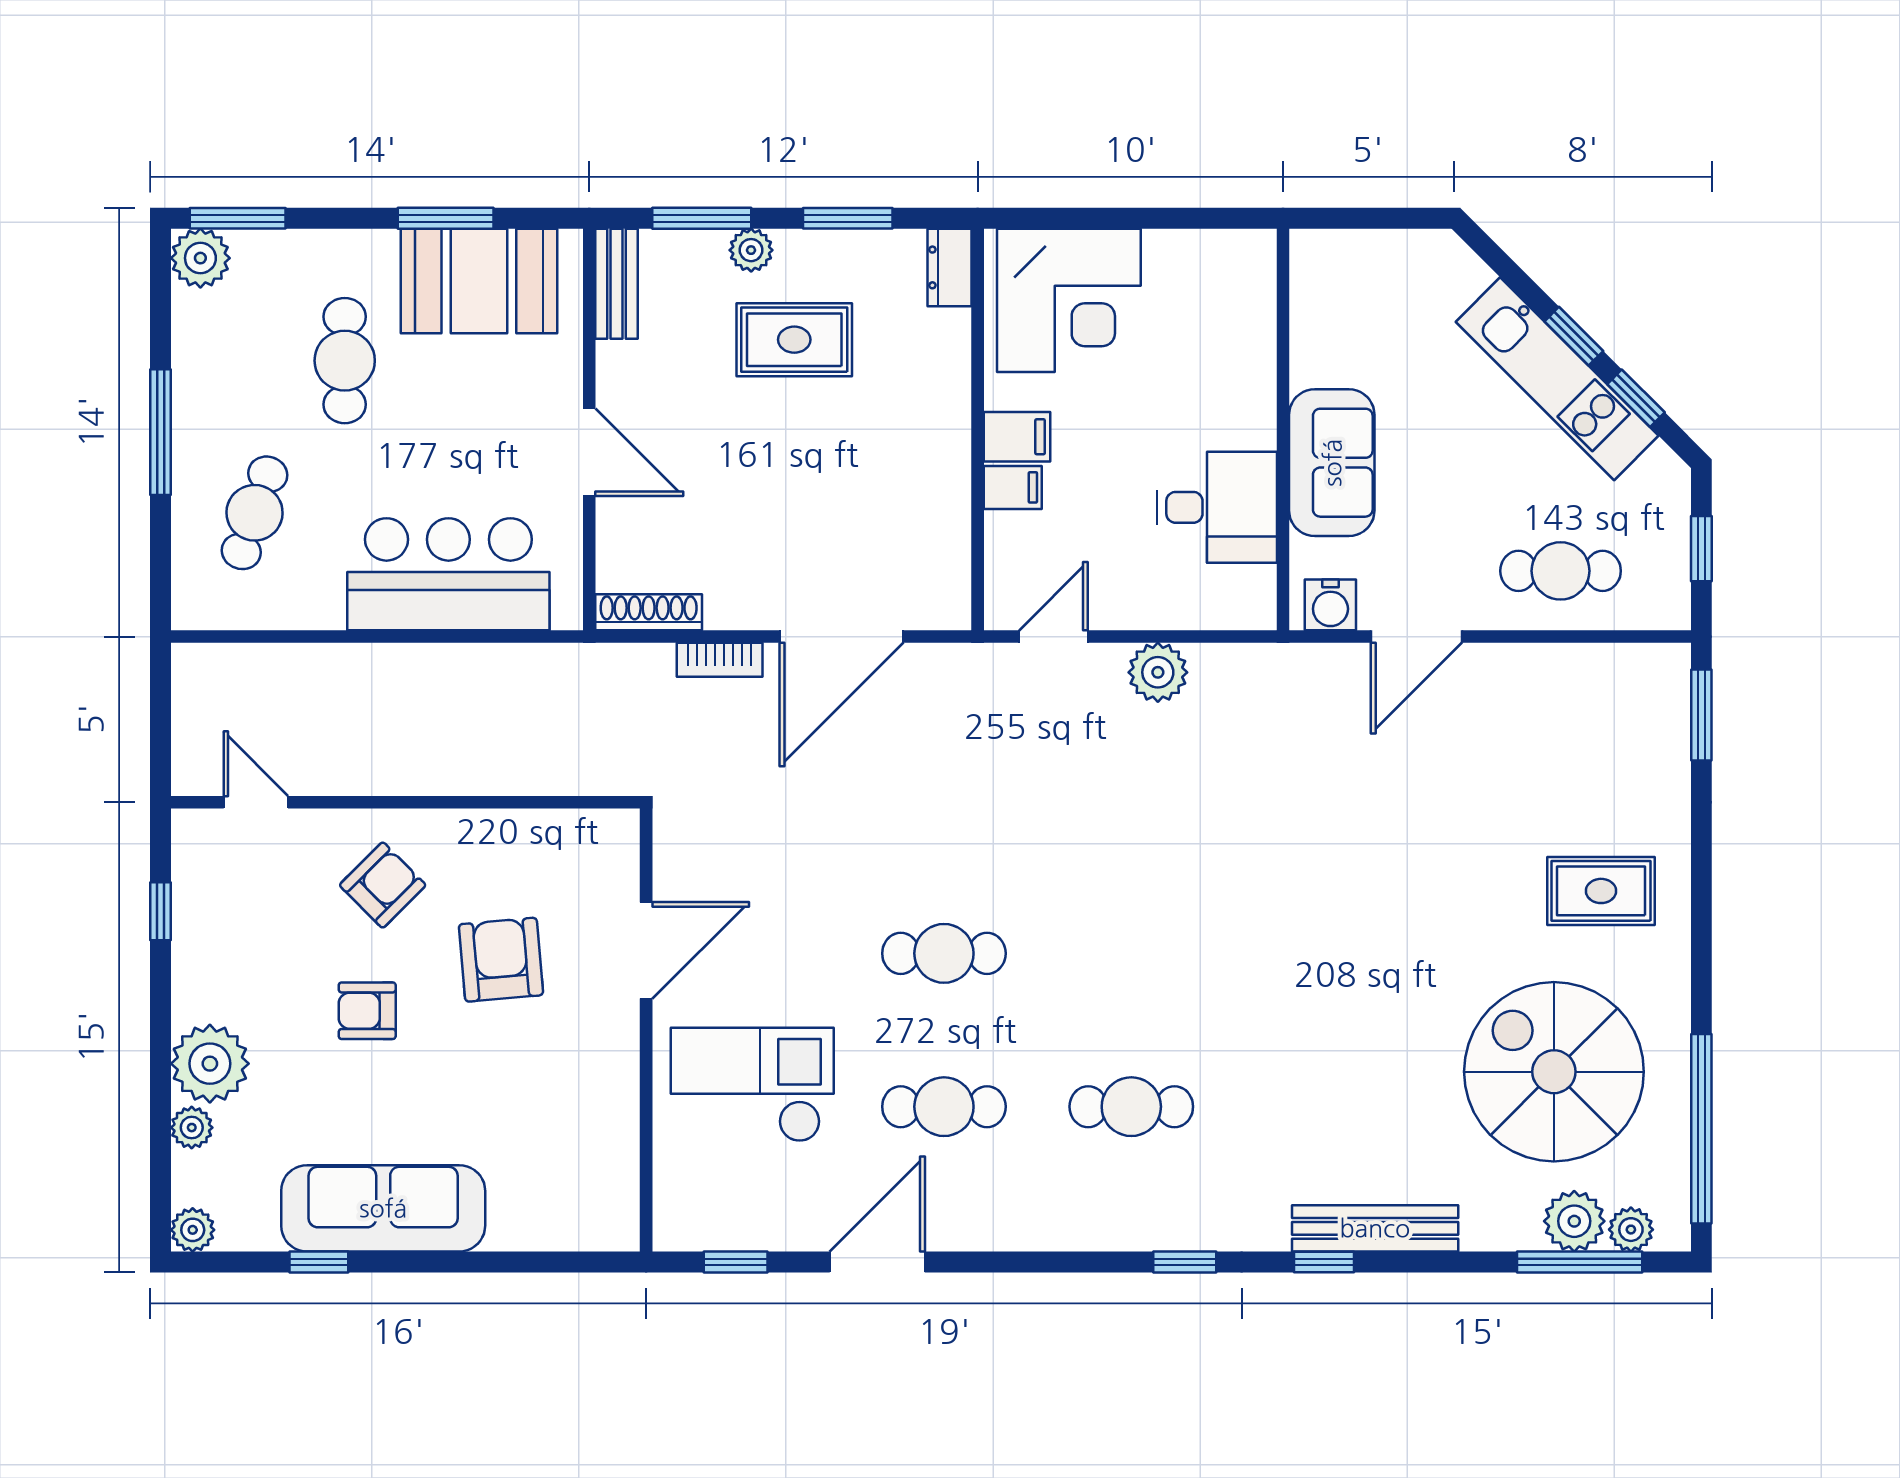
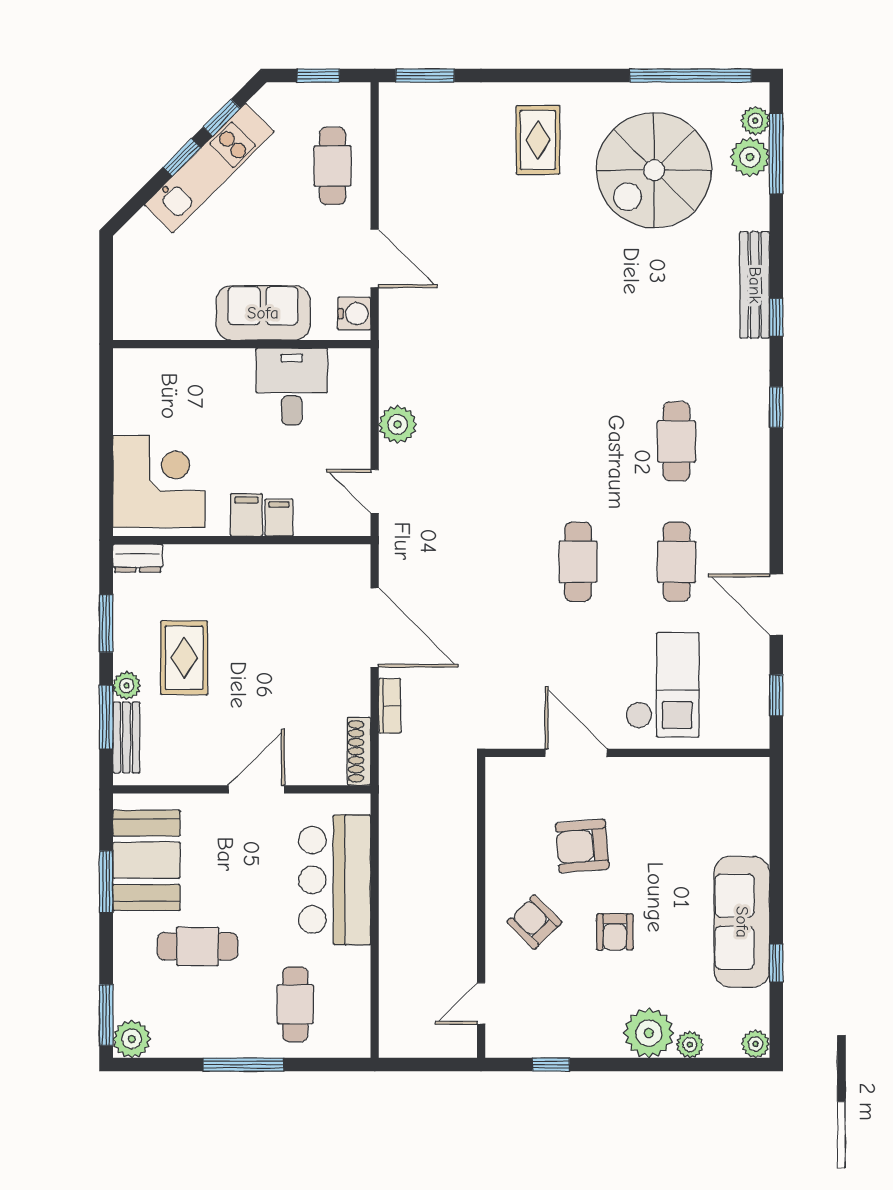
bench: (617, 284) -> (126, 737), moved, turned 90
cafe table: (255, 513) -> (295, 1004), turned 71
checkout: (752, 1085) -> (662, 685), turned 180

